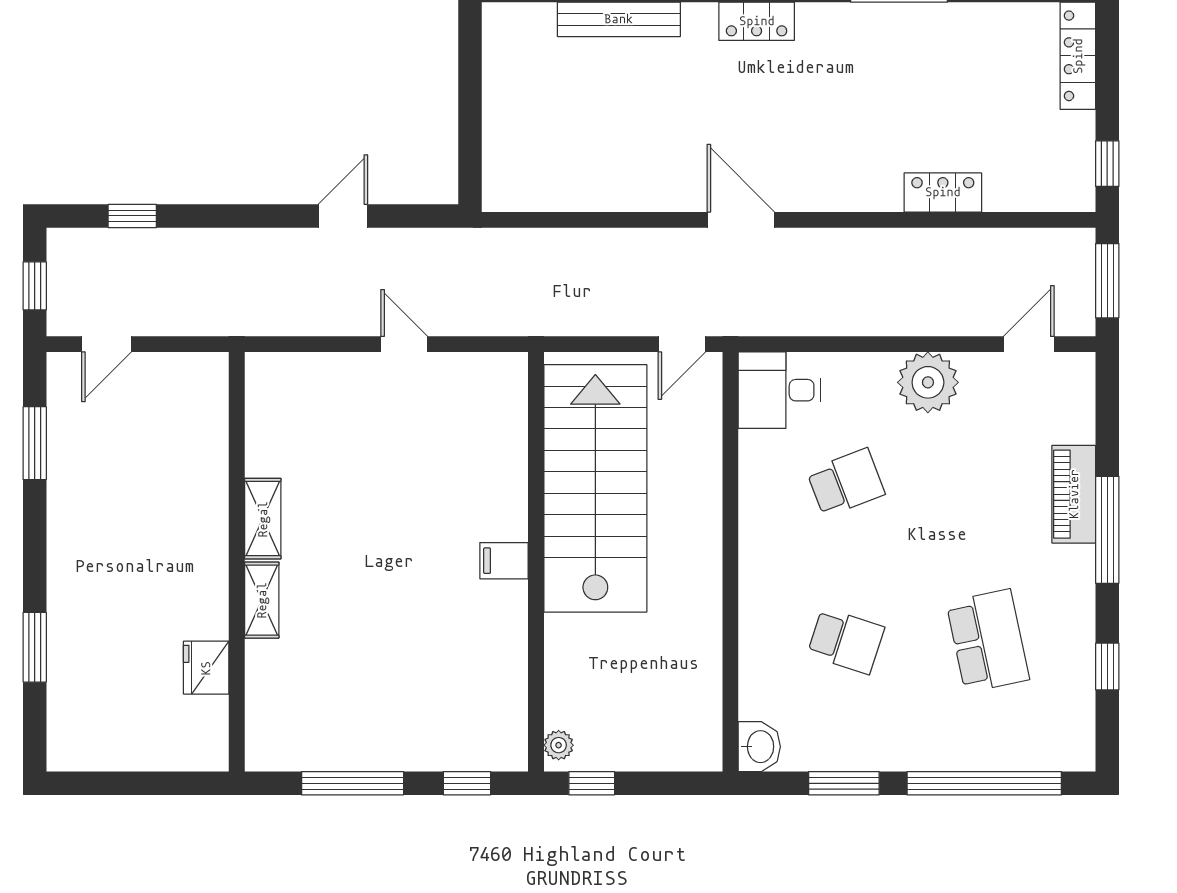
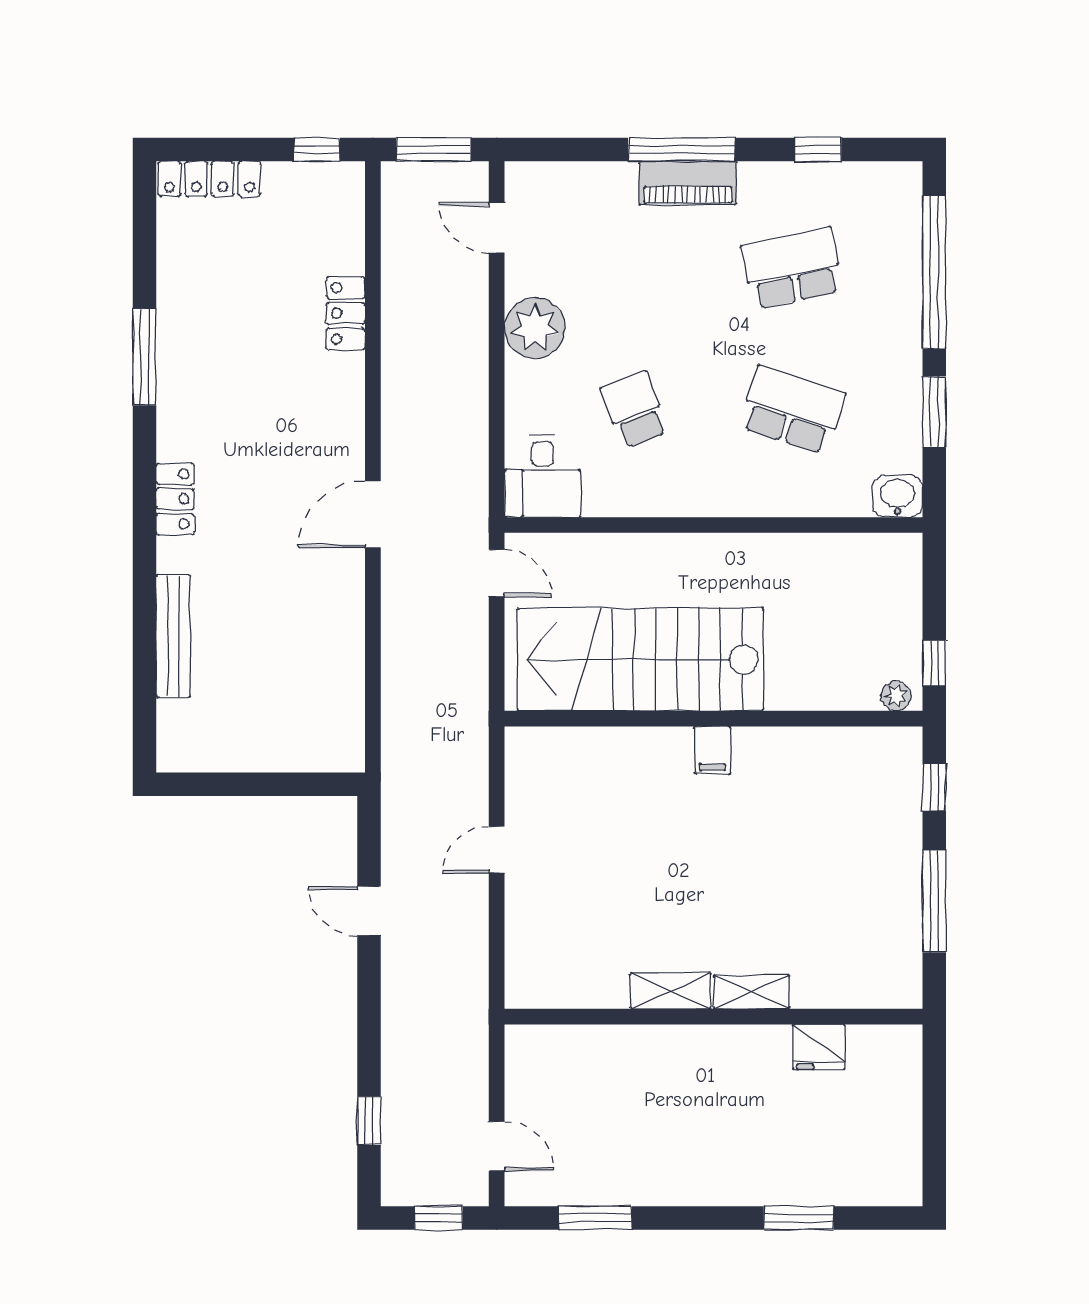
piano: (1074, 494) -> (688, 183), moved
school desk: (846, 641) -> (792, 410), width x1.85

